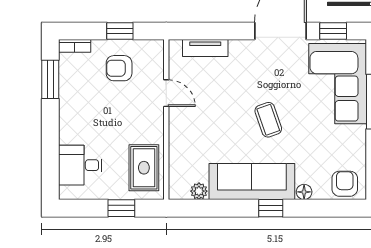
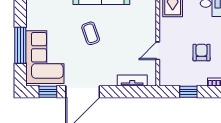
armchair: (119, 68) -> (201, 53), moved, turned -90
door: (166, 93) -> (158, 51), hinge flipped

